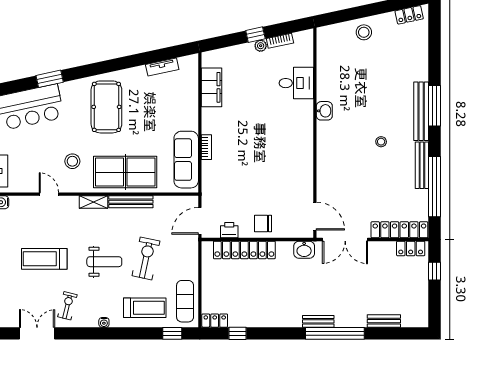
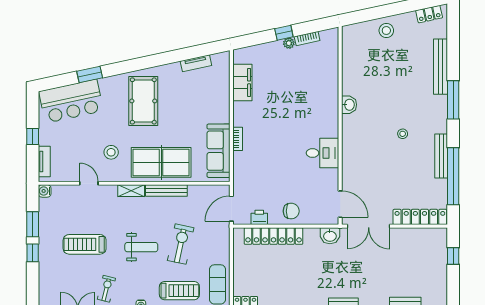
desk: (296, 83) -> (323, 153), moved
bench: (421, 111) -> (440, 67), moved
chair: (263, 223) -> (291, 211), turned 180
locker: (411, 248) -> (431, 235), removed

